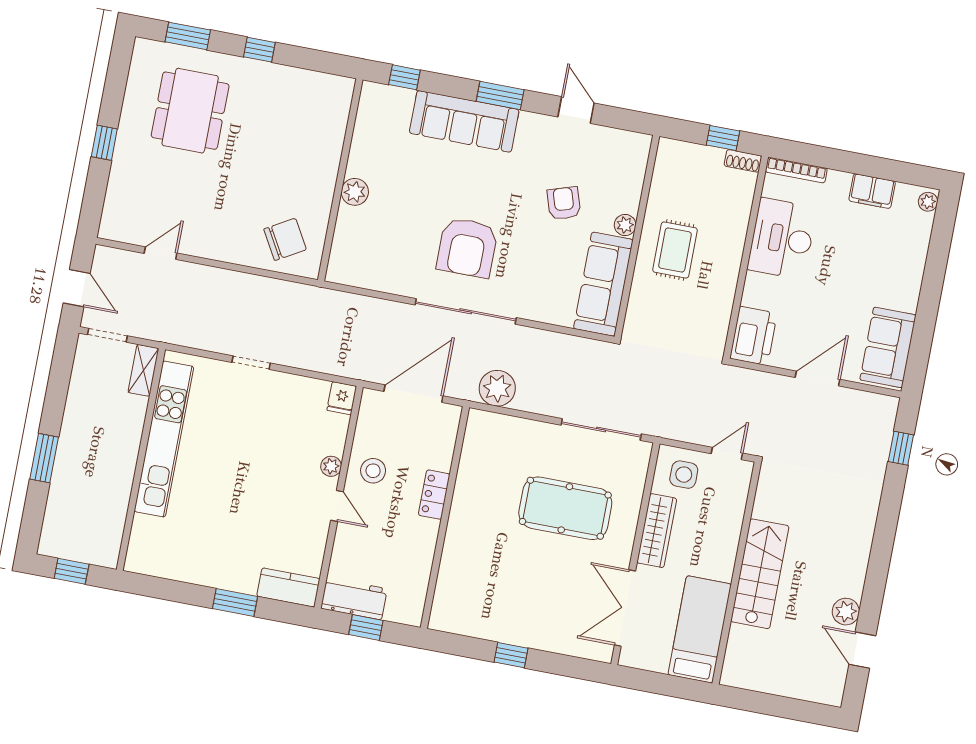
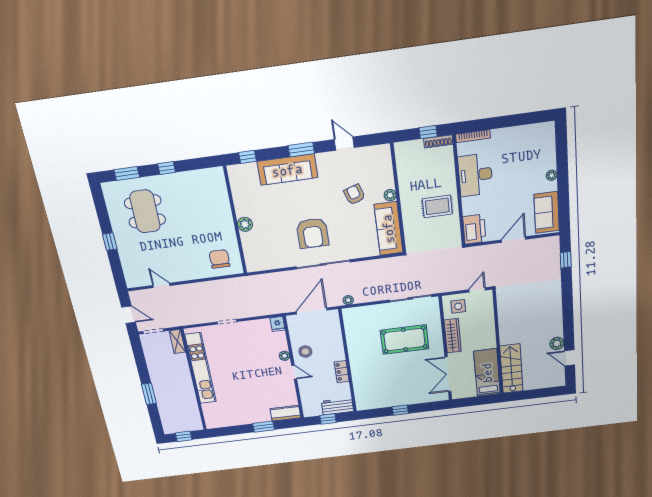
shoe rack: (743, 161) -> (438, 141), width x1.43
filing cabinet: (872, 191) -> (517, 134), removed
plant: (928, 202) -> (552, 175), moved
chair: (285, 239) -> (220, 259), turned -60
rug: (675, 250) -> (437, 206), moved, turned 90
door: (161, 253) -> (161, 285), hinge flipped
plant: (497, 388) -> (348, 300), width x0.53, depth x0.53
locker: (434, 495) -> (342, 372), moved
stairs: (760, 574) -> (511, 369), moved
workbench: (354, 599) -> (337, 406), moved

